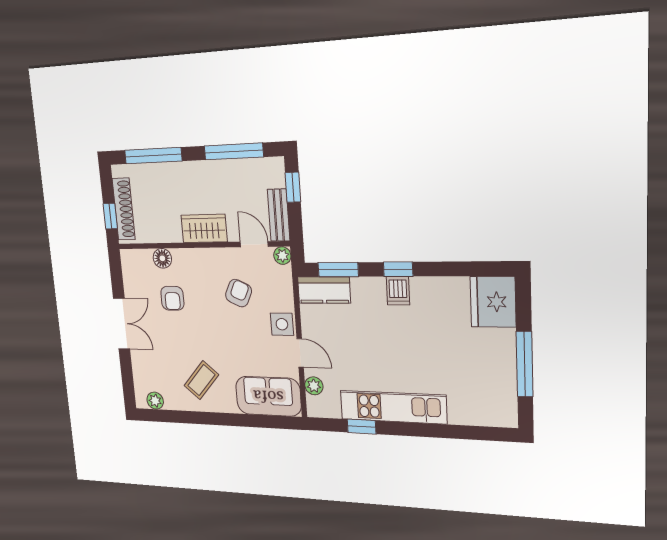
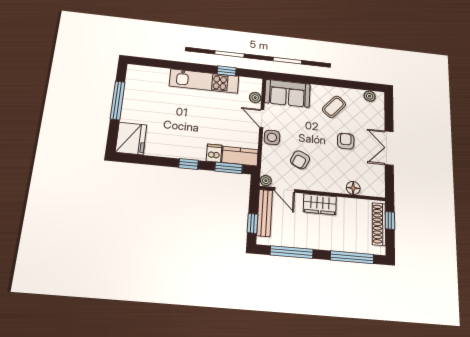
bench: (279, 215) -> (265, 213), width x1.36
dishwasher: (398, 291) -> (214, 153), moved
armchair: (172, 298) -> (346, 141), moved

